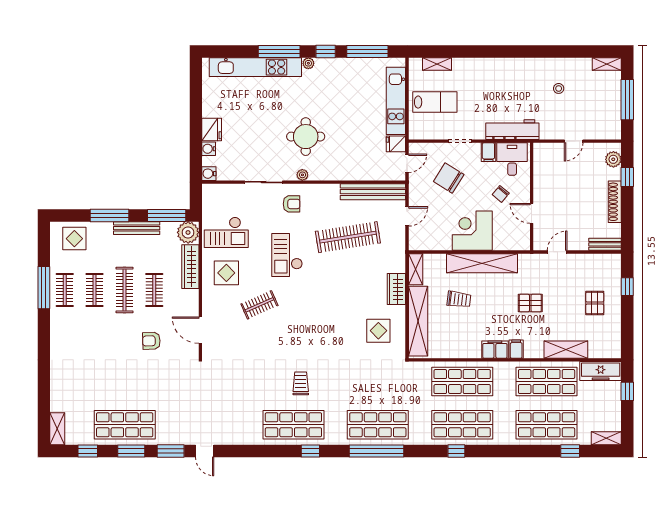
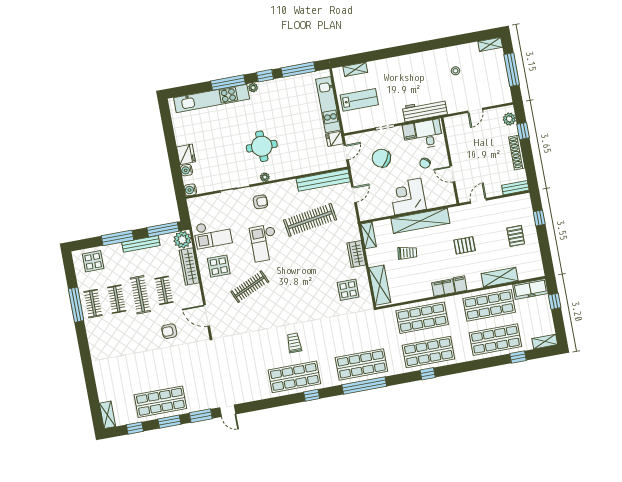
clothes rail: (259, 305) -> (250, 287), width x1.36
shelving: (418, 321) -> (380, 285), width x0.68

